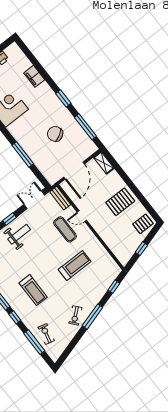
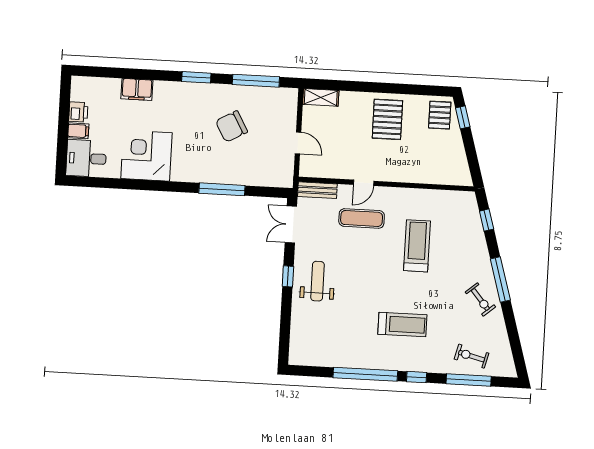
door: (74, 171) -> (298, 143), width x0.53
window: (141, 249) -> (463, 117), moved

